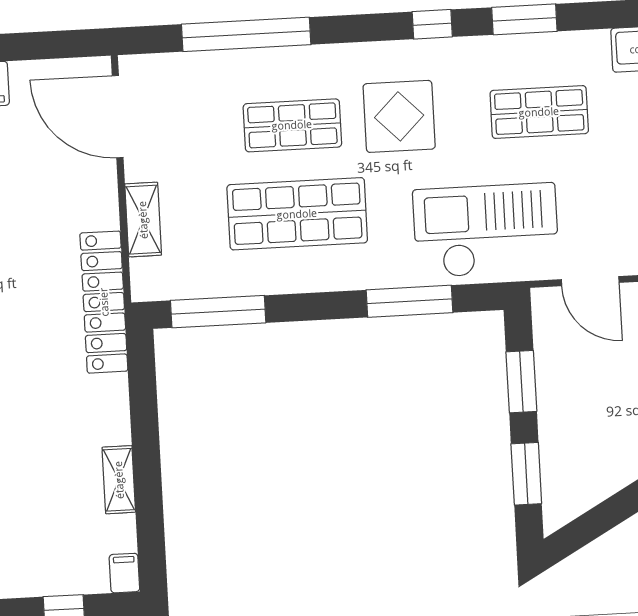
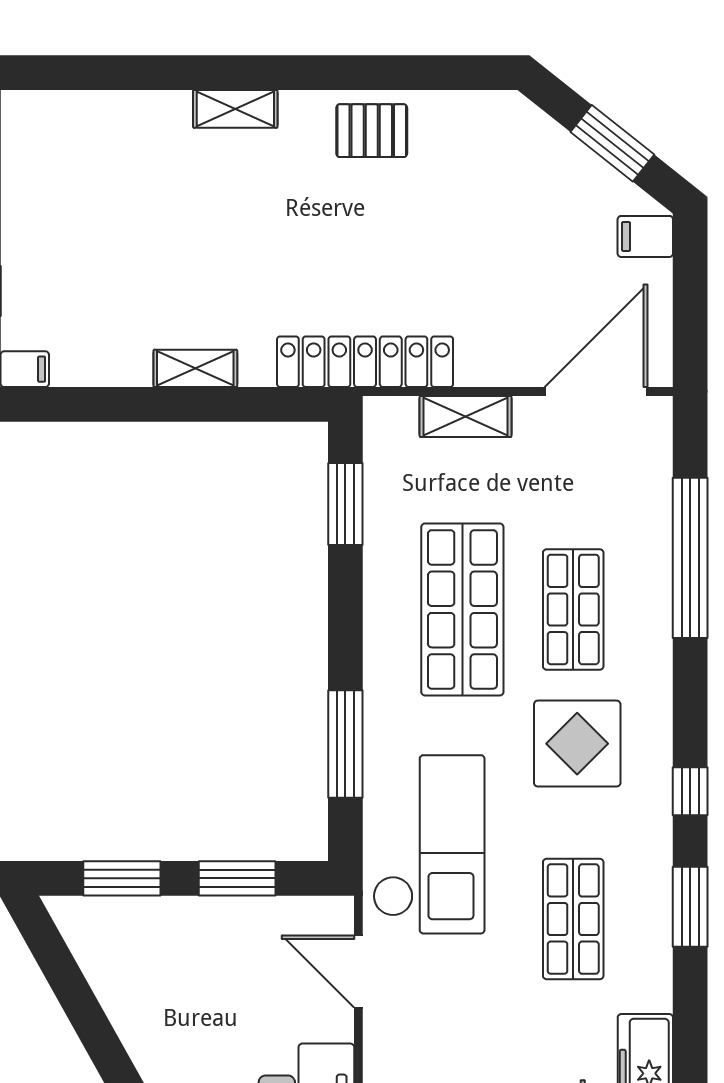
door: (590, 281) -> (358, 971), hinge flipped
window: (218, 312) -> (345, 504), width x0.69
shelving: (119, 480) -> (195, 368), moved

